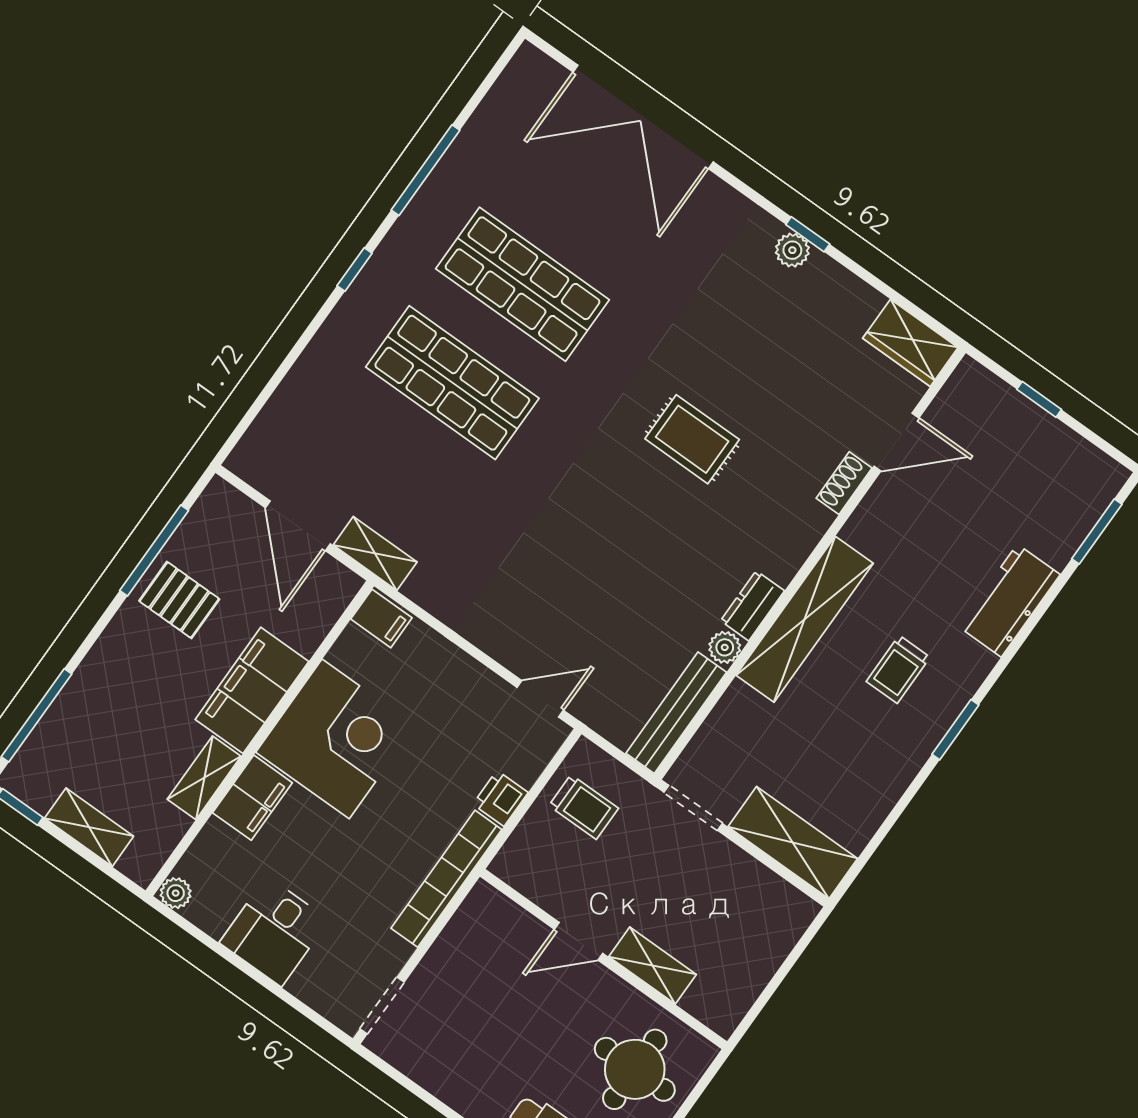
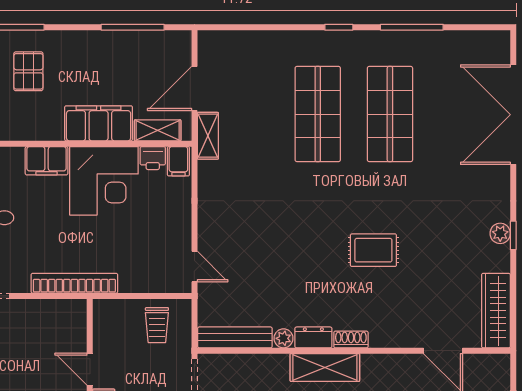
wardrobe: (910, 343) -> (496, 311), width x1.50
rug: (692, 439) -> (373, 250), turned 90
shoe rack: (844, 483) -> (351, 339), moved
pallet: (179, 600) -> (28, 71), moved
shelving: (805, 619) -> (325, 367), width x0.68
shelving: (204, 778) -> (158, 130), moved
printer: (500, 798) -> (153, 158), moved, turned 180

